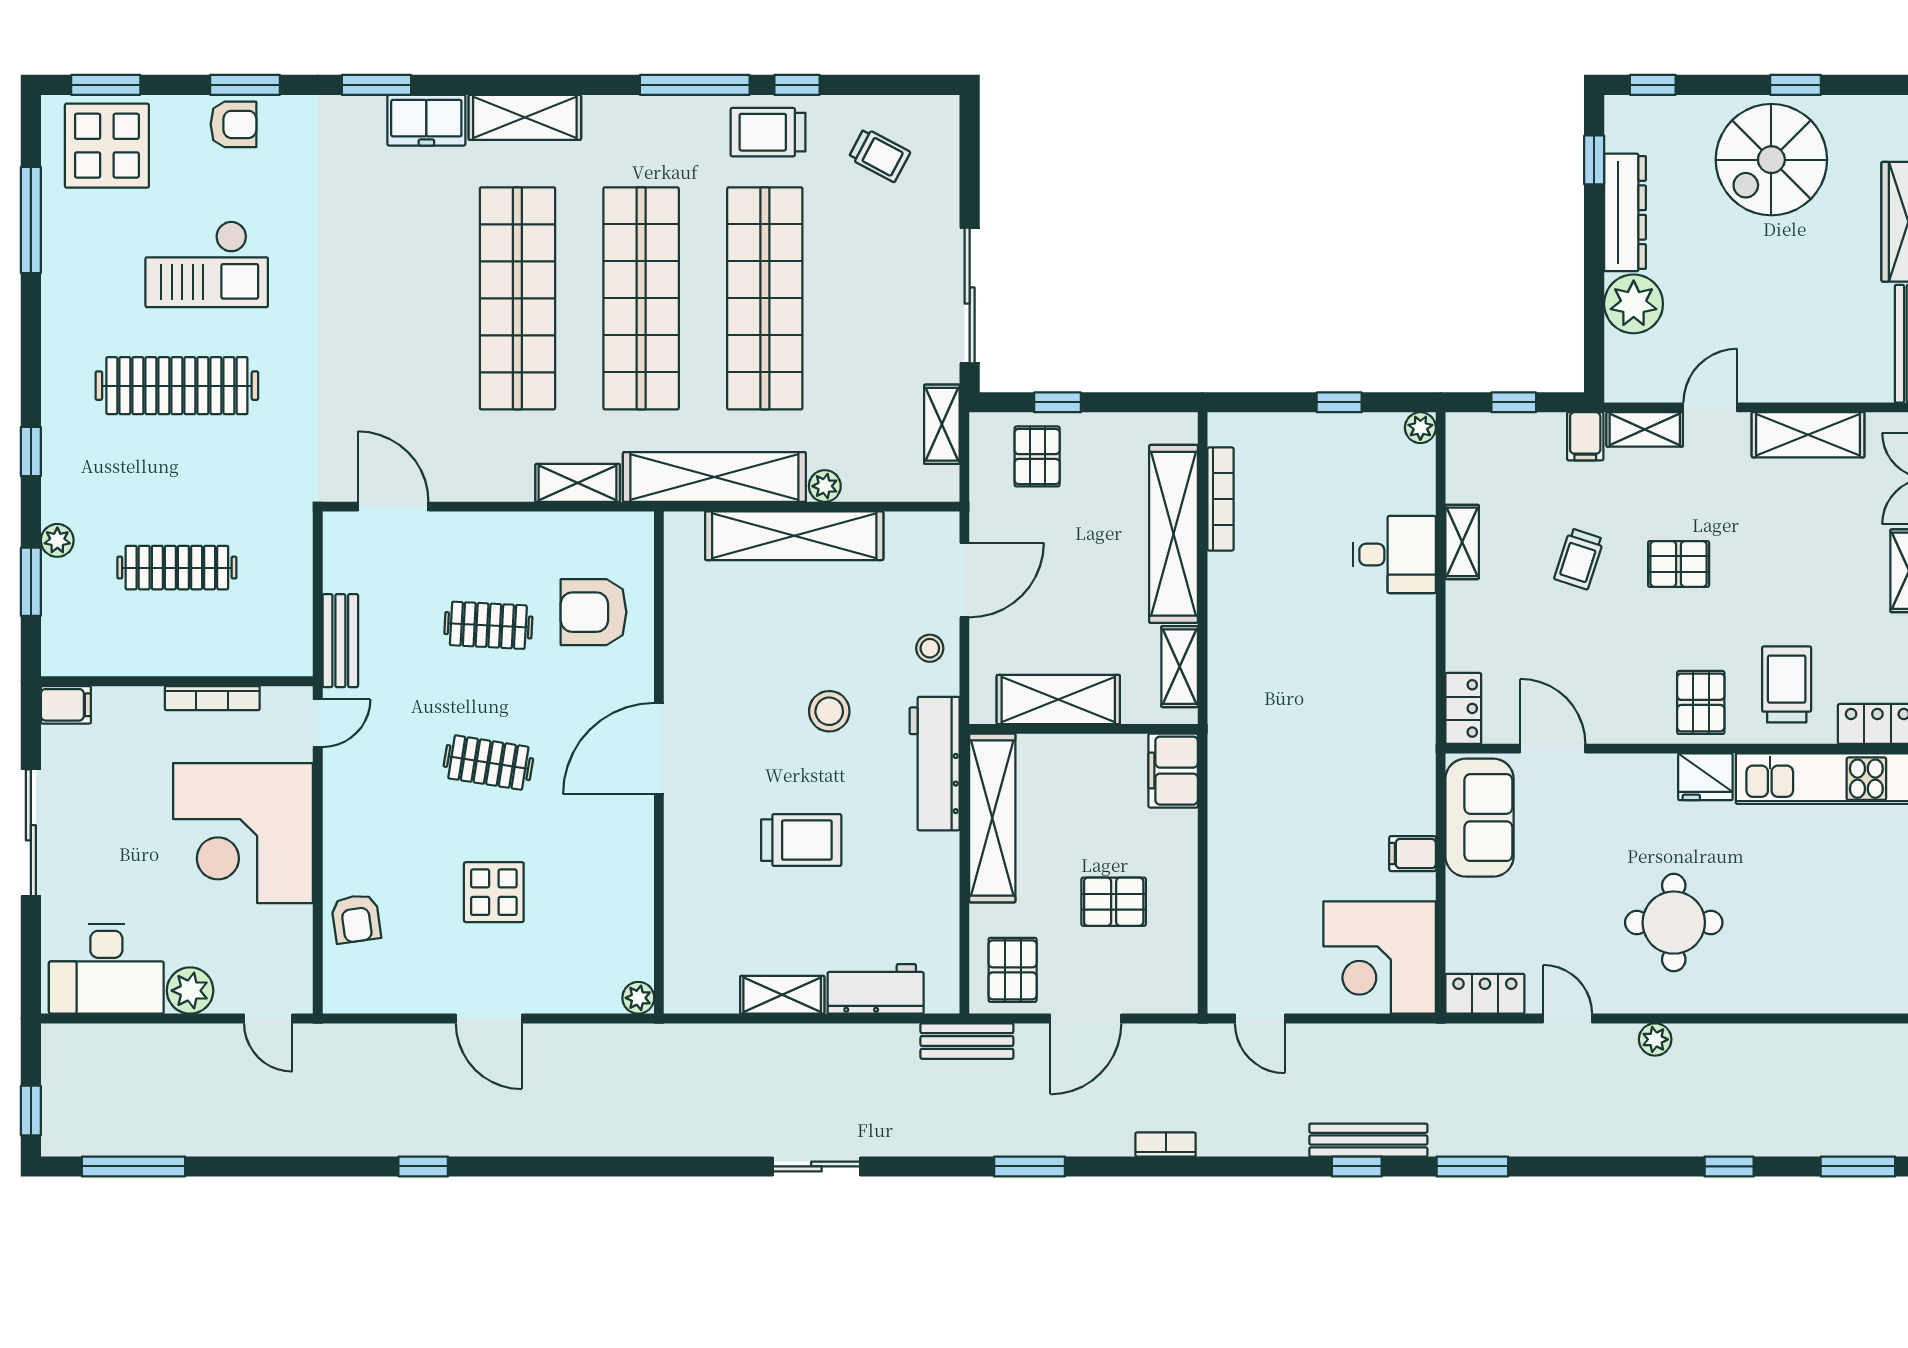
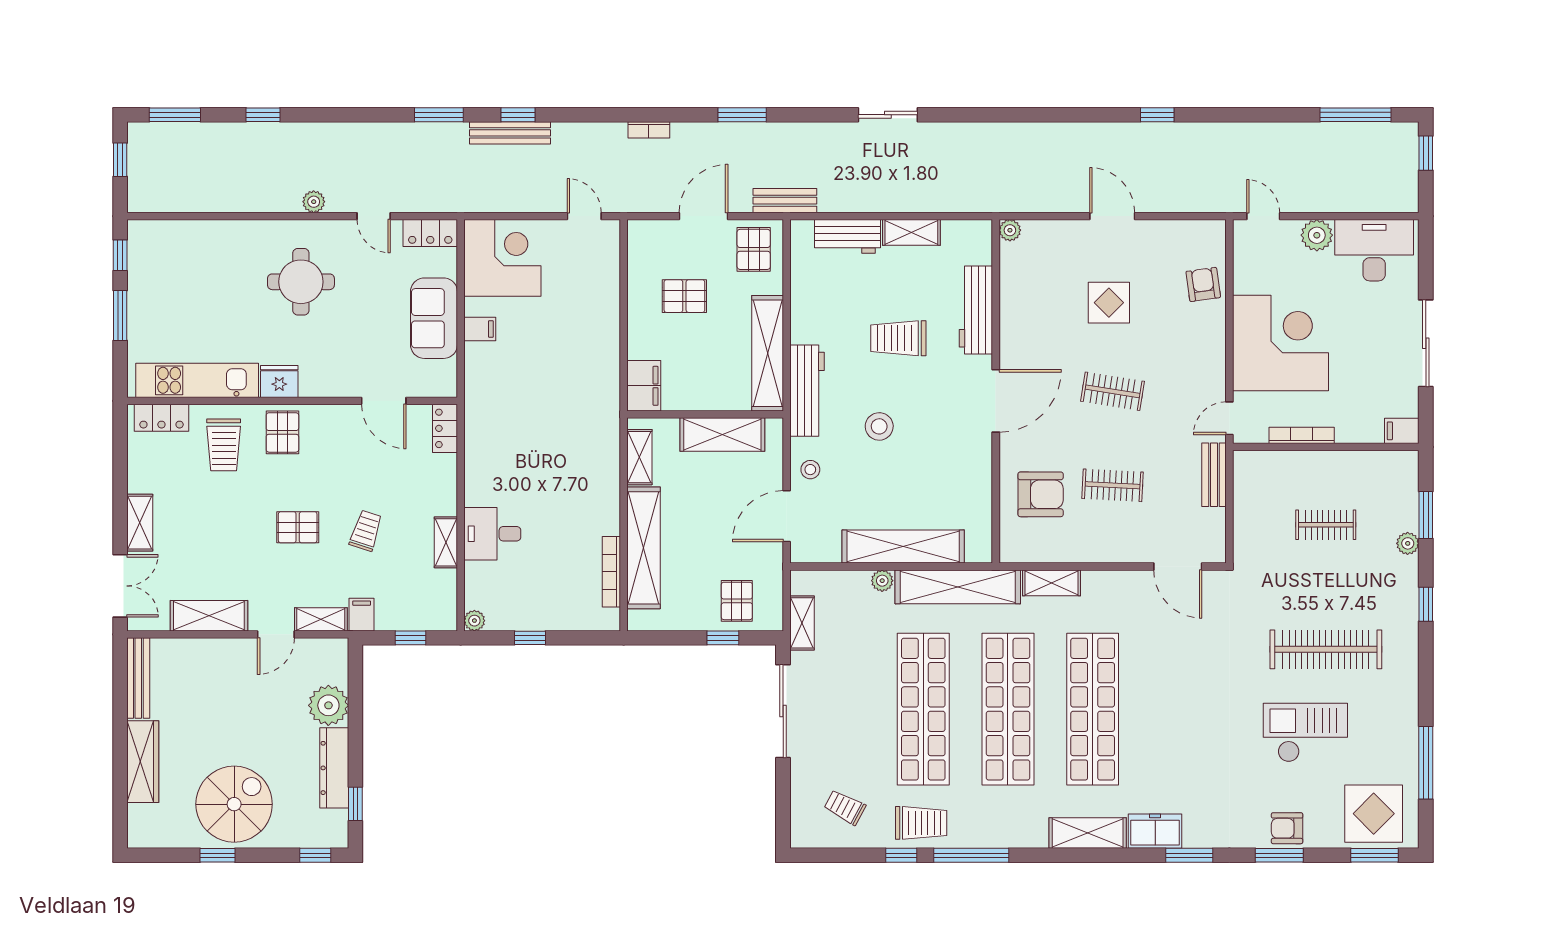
clothes rail: (177, 568) -> (1326, 525), width x0.73
sofa: (1479, 818) -> (434, 318), moved
workbench: (688, 881) -> (976, 310), added

